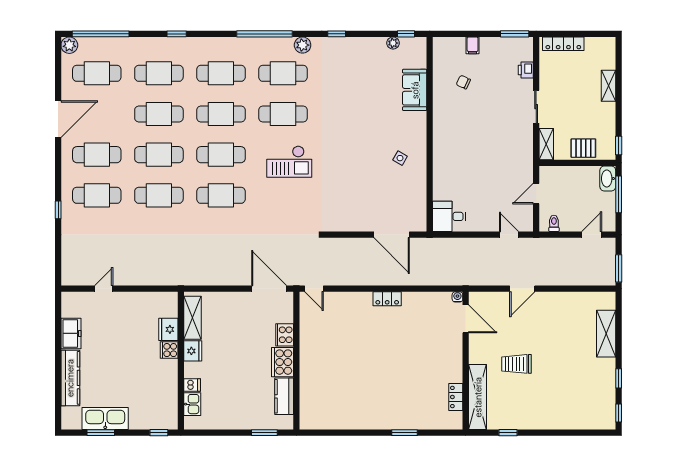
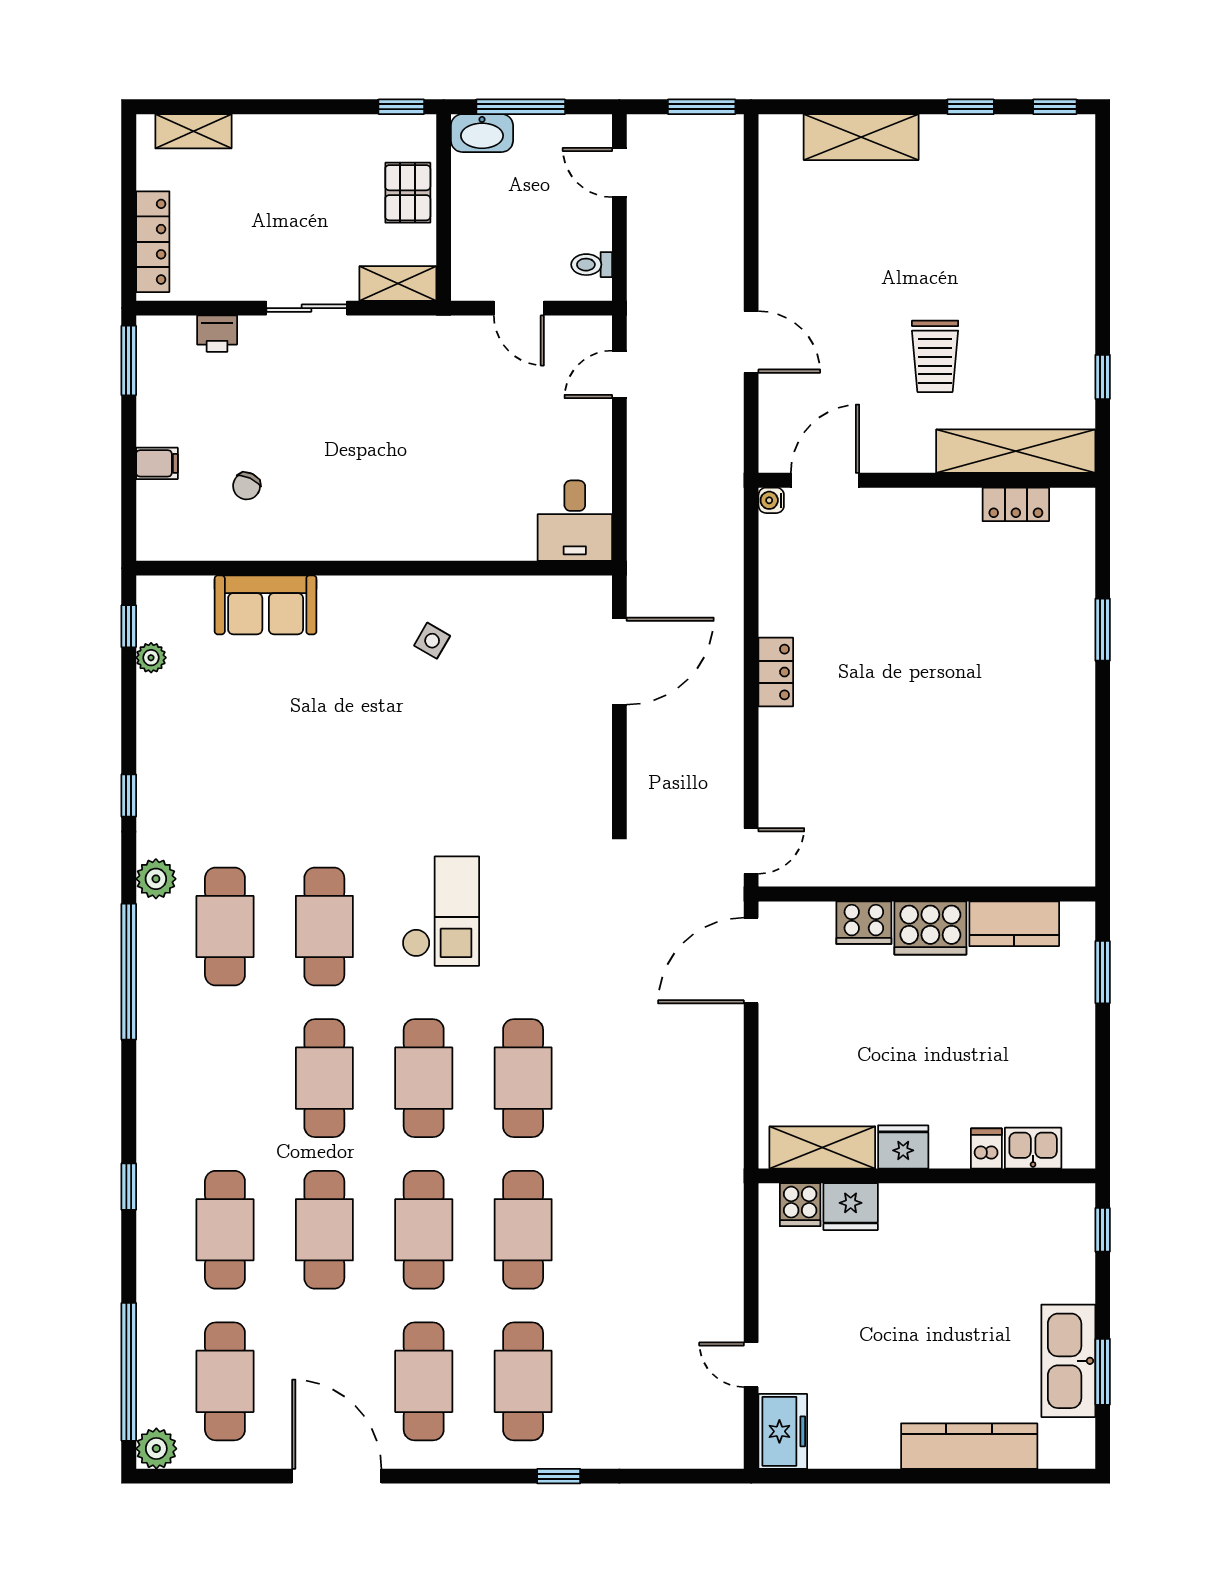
cafe table: (221, 73) -> (225, 1078), removed
shelving: (609, 86) -> (193, 131), moved
freezer: (71, 333) -> (783, 1431), moved, turned 90
cooker: (169, 350) -> (800, 1205), moved

